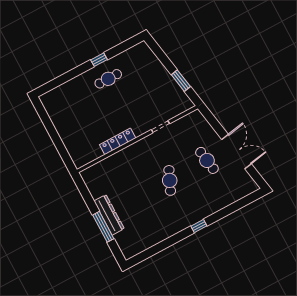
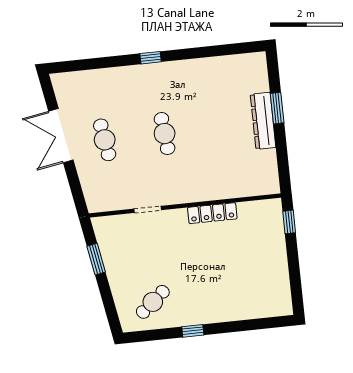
cafe table: (108, 79) -> (153, 302), moved, turned -40
window: (65, 156) -> (289, 222), added
cafe table: (170, 180) -> (165, 134), turned -30
window: (103, 227) -> (277, 108), width x0.69

